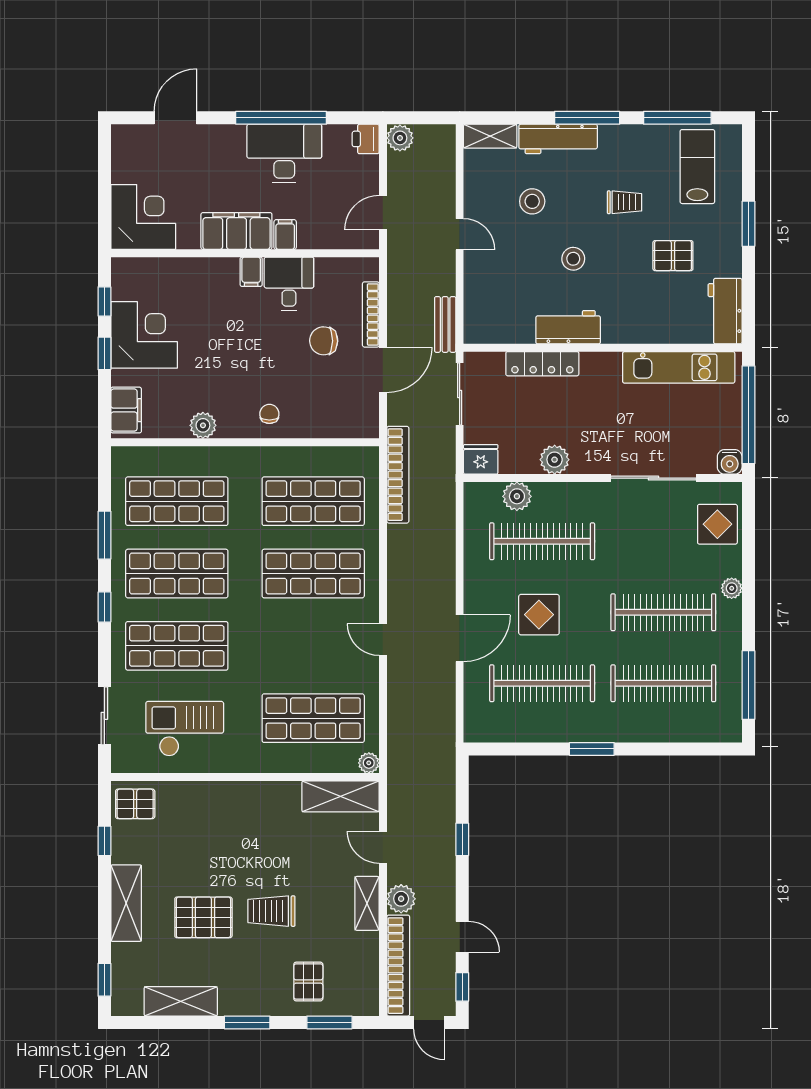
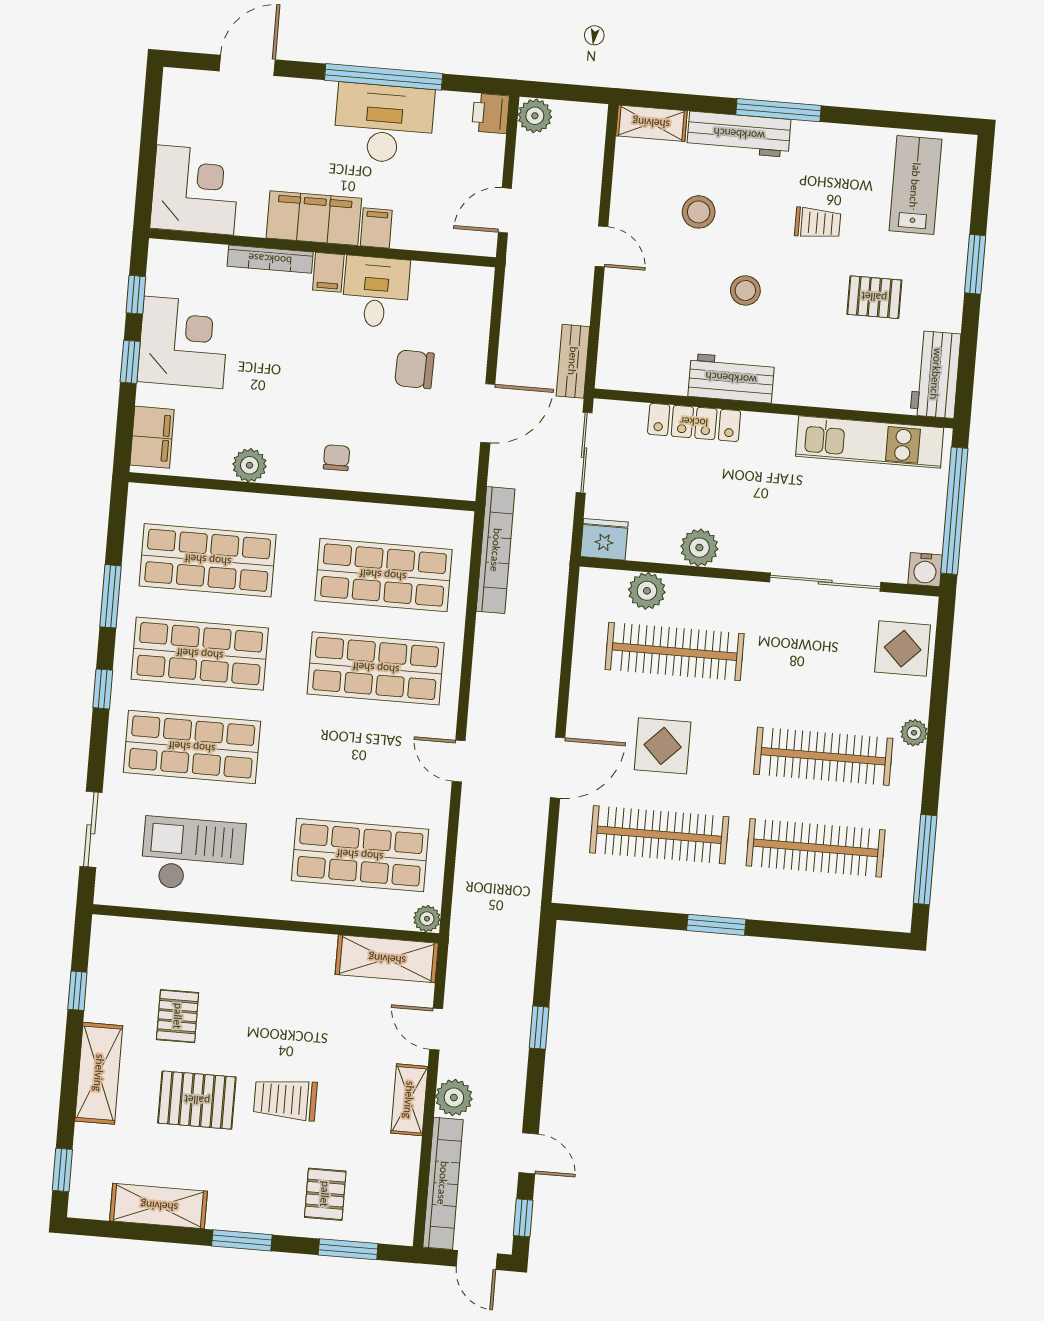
window: (677, 118) -> (895, 120), removed
bookcase: (371, 314) -> (270, 259), moved, turned -90
pallet: (135, 804) -> (178, 1016), moved, turned 90

